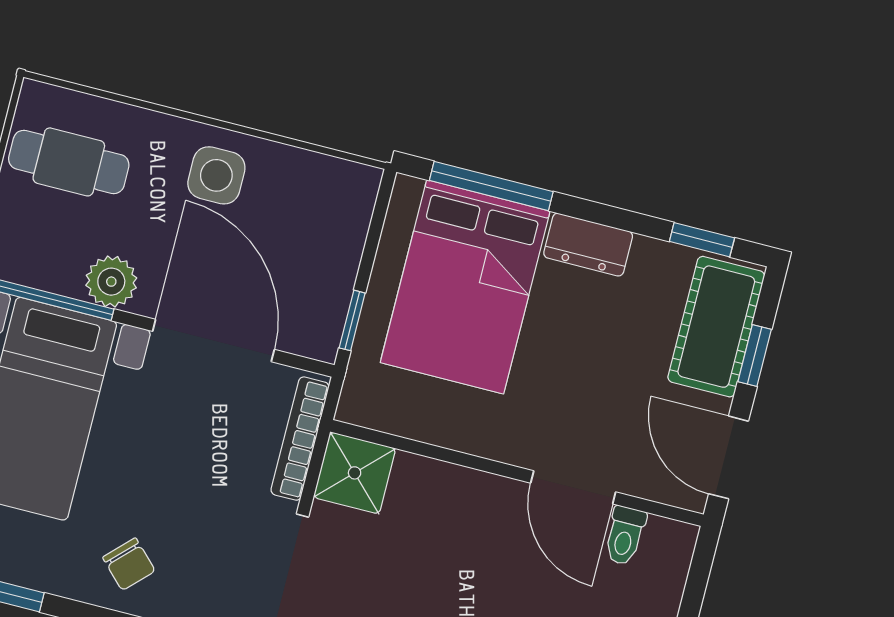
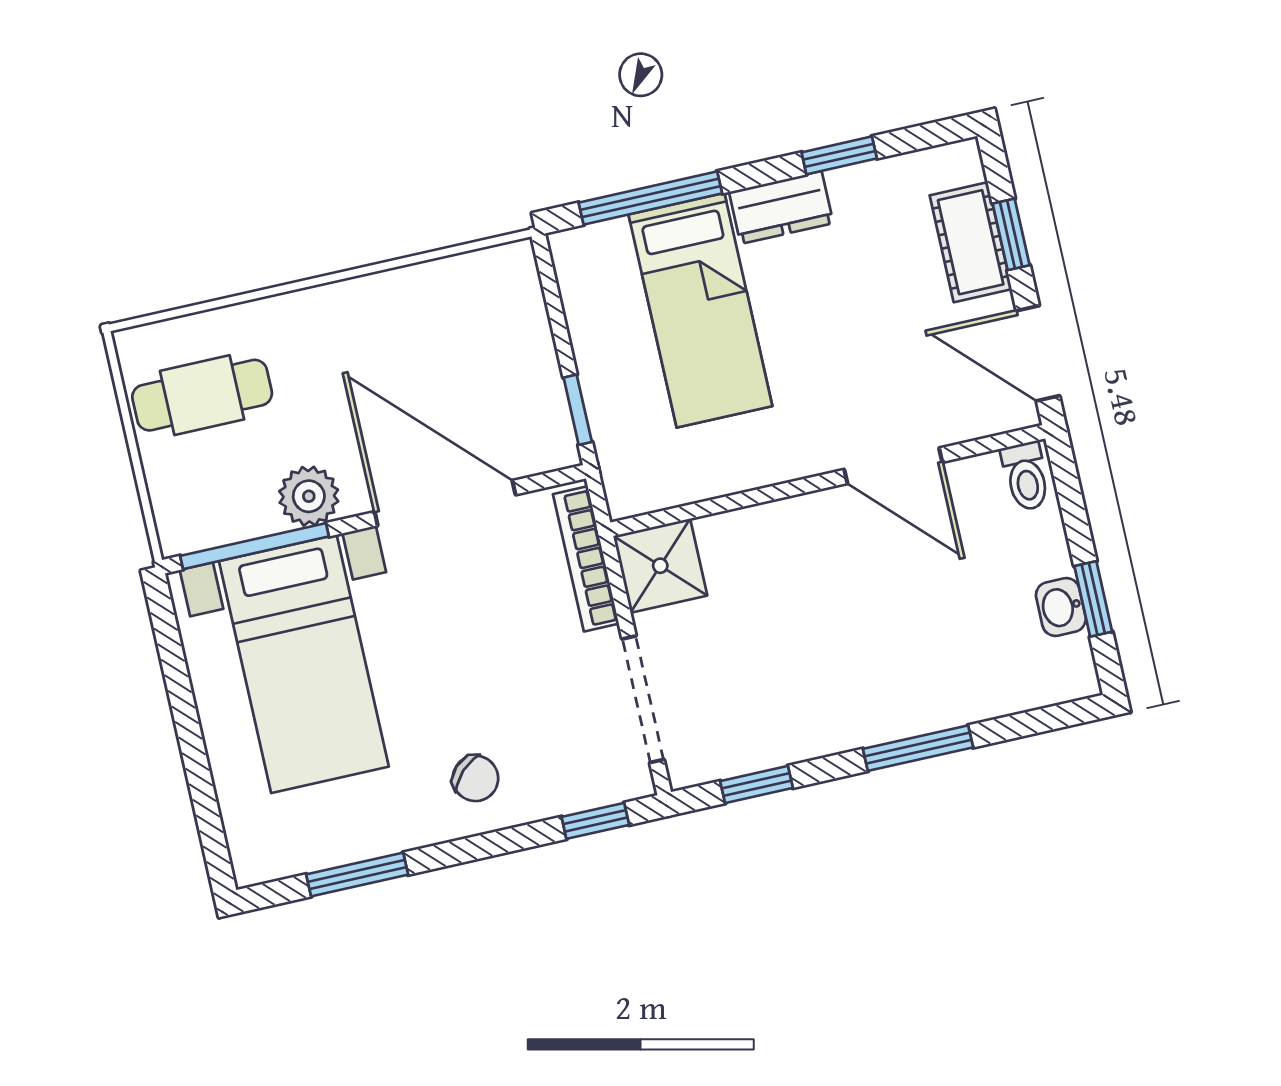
side table: (216, 175) -> (361, 331), removed
window: (702, 240) -> (839, 155), moved
bed: (465, 287) -> (700, 310), width x0.67
cot: (716, 327) -> (971, 242), width x0.73, depth x0.75
toilet: (625, 536) -> (1026, 476), moved

